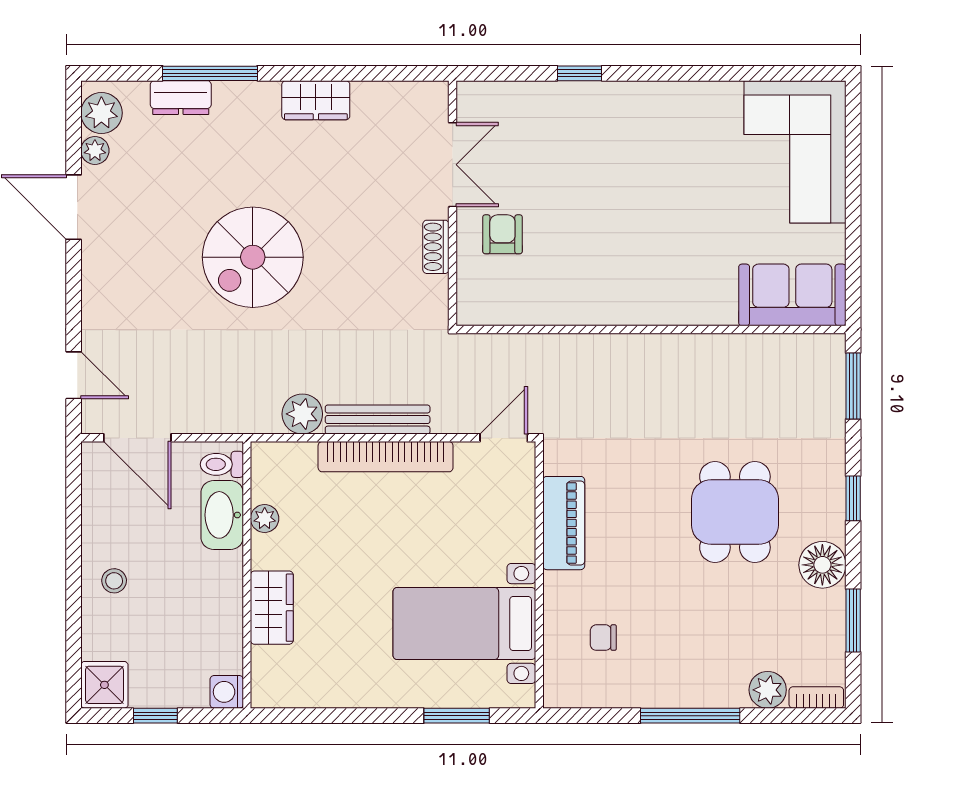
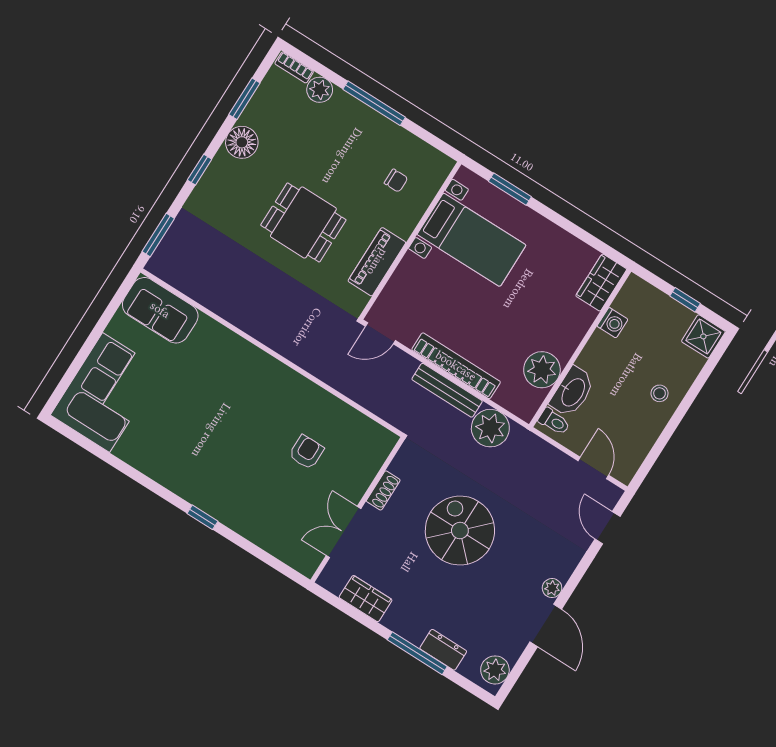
plant: (95, 150) -> (552, 588), moved
double door: (453, 165) -> (343, 532), moved
wall: (453, 203) -> (358, 510), moved
armchair: (502, 234) -> (306, 452), turned 180
shoe rack: (436, 247) -> (383, 490), moved
spiral stairs: (253, 257) -> (460, 531), turned -90
plant: (302, 414) -> (490, 428), width x1.36, depth x1.36
door: (137, 438) -> (593, 468), width x0.73
dining table: (735, 512) -> (303, 222), moved, turned 90
plant: (265, 518) -> (542, 370), width x1.88, depth x1.88
wardrobe: (272, 608) -> (601, 283), moved
washing machine: (227, 692) -> (613, 323), moved

